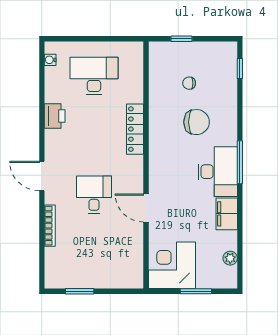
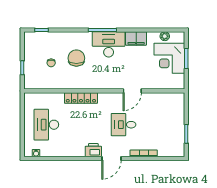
printer: (55, 116) -> (93, 150), moved
corner desk: (172, 265) -> (169, 58), moved

